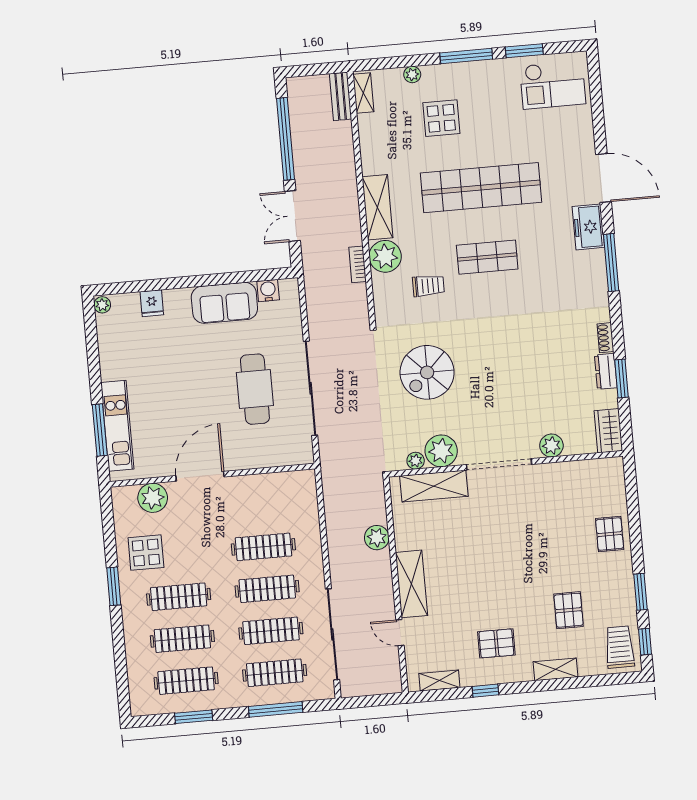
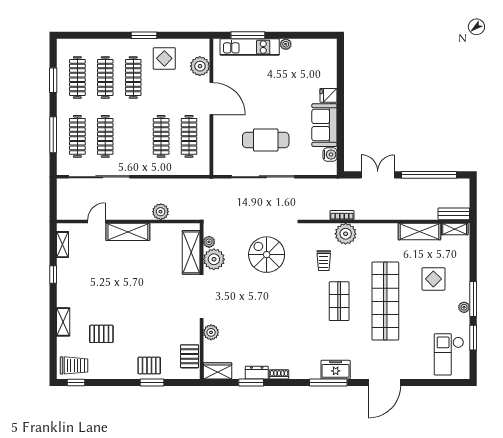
plant: (412, 74) -> (464, 307), moved
shelving: (377, 207) -> (419, 232), moved
freezer: (588, 227) -> (336, 370), moved
fridge: (152, 303) -> (328, 95), moved
plant: (102, 305) -> (286, 44), moved
clothes rail: (267, 589) -> (189, 136), moved
window: (641, 592) -> (152, 382), moved
pallet: (496, 643) -> (190, 356), moved

